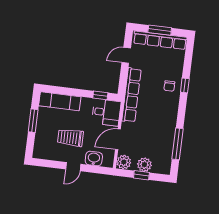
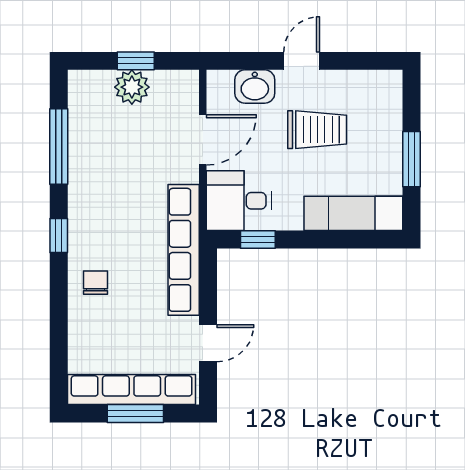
window: (185, 85) -> (59, 235), moved
plant: (124, 162) -> (182, 87), removed

